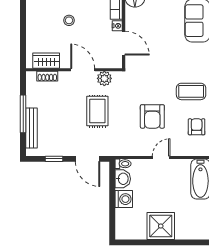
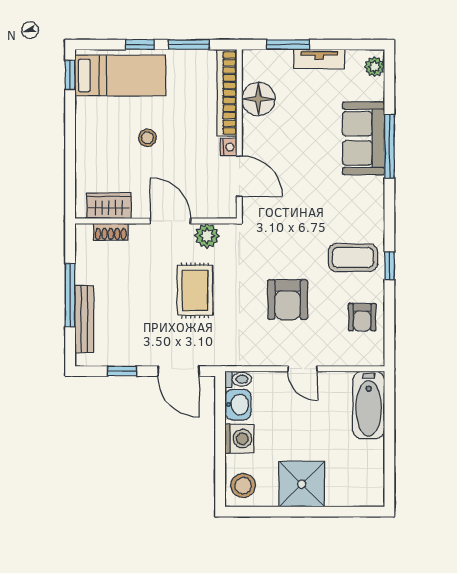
armchair: (197, 127) -> (362, 317), turned 180
door: (161, 157) -> (303, 369), swing flipped
stool: (126, 227) -> (243, 486), added

